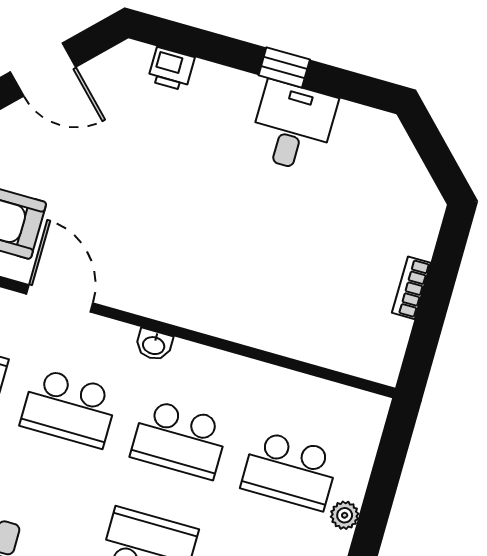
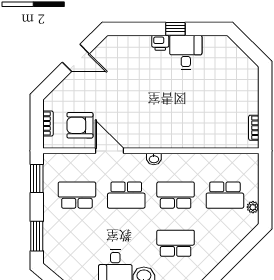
printer: (171, 69) -> (160, 43), moved
bookcase: (411, 288) -> (254, 128), moved
school desk: (179, 439) -> (176, 195), turned 180

